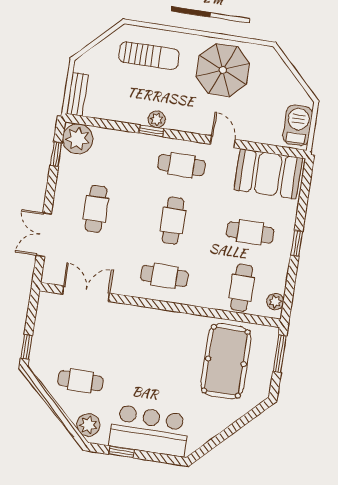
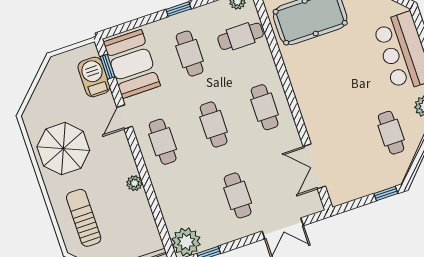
barbecue: (298, 125) -> (94, 77), moved, turned 90
window: (151, 131) -> (107, 67), moved
cafe table: (96, 209) -> (238, 195), turned 90
cafe table: (173, 221) -> (214, 124), turned 90

